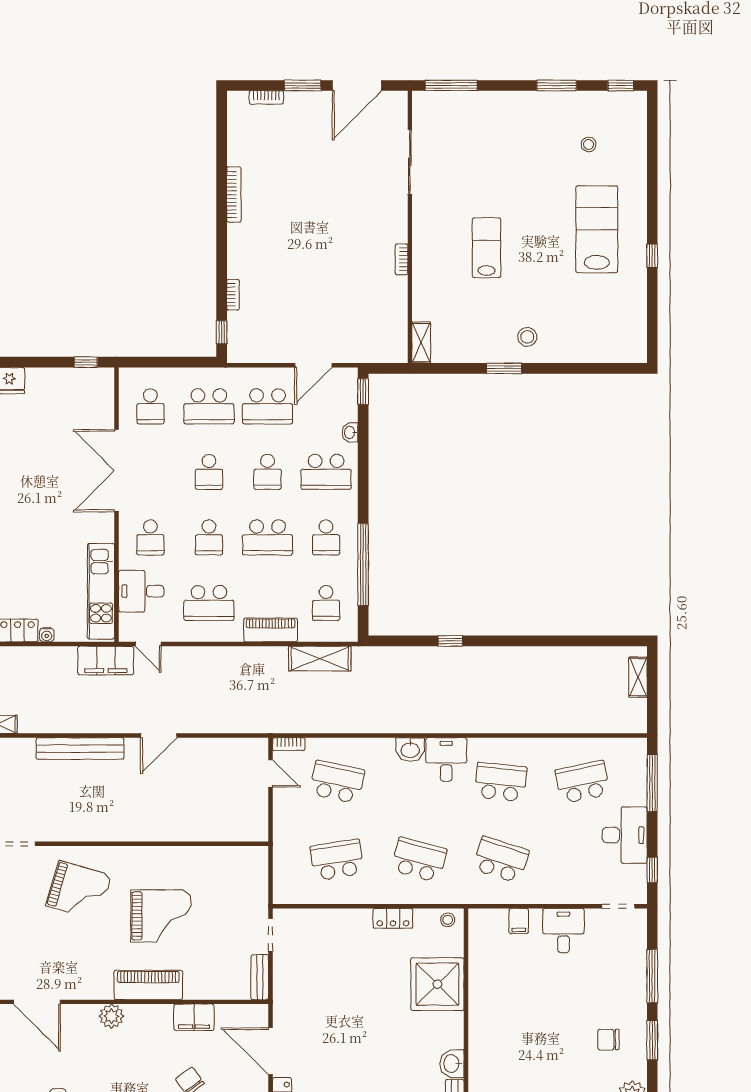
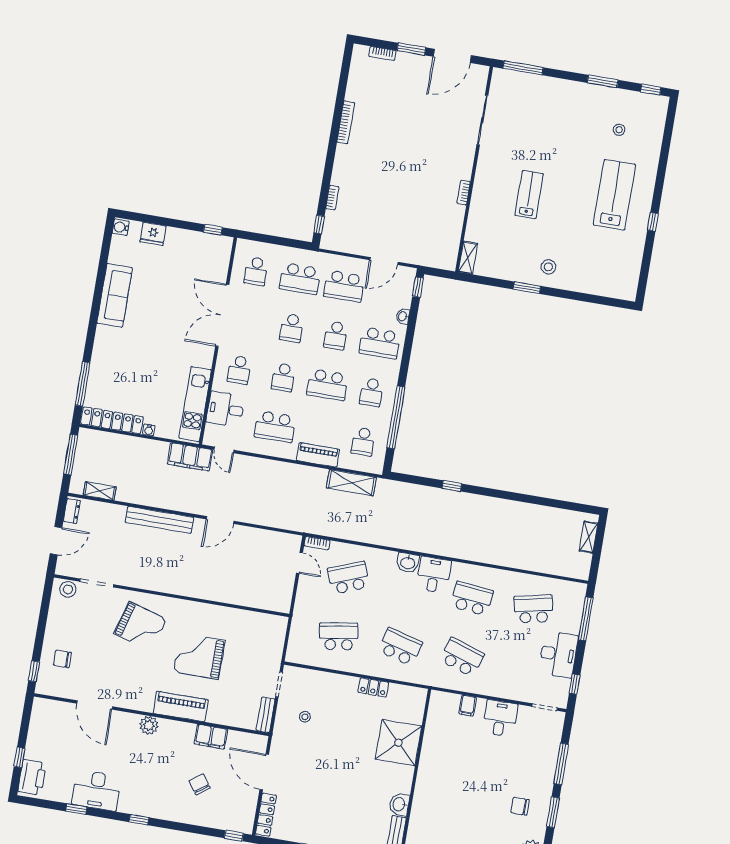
school desk: (337, 782) -> (349, 578), turned -33
grand piano: (161, 916) -> (199, 656), turned 180
stool: (448, 920) -> (305, 717), moved

